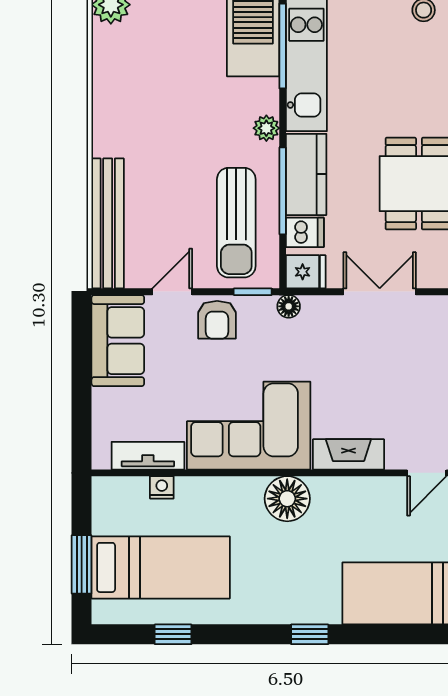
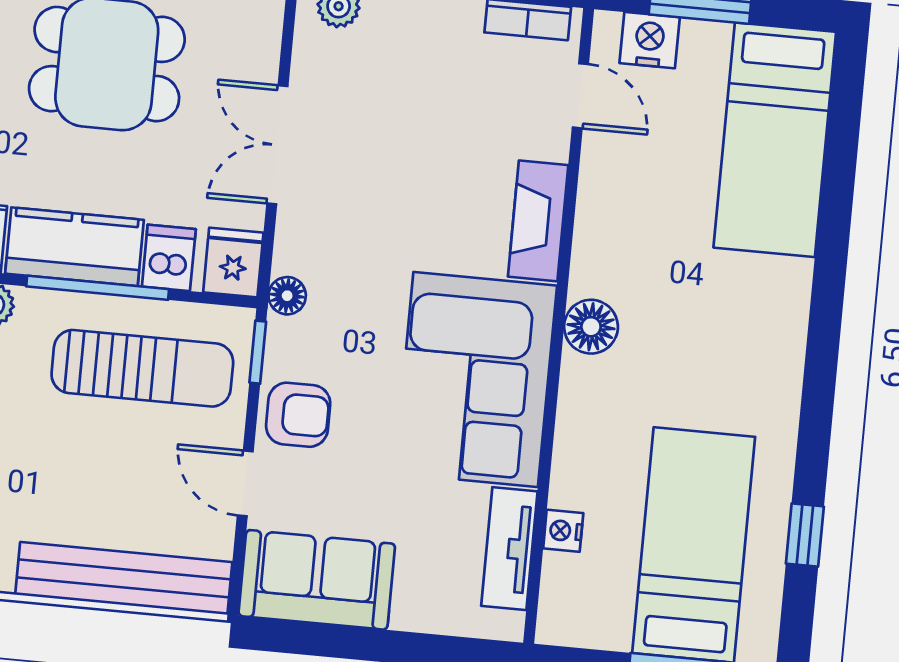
floor lamp: (287, 499) -> (591, 327), width x0.73, depth x0.73
window: (310, 634) -> (826, 312), removed

